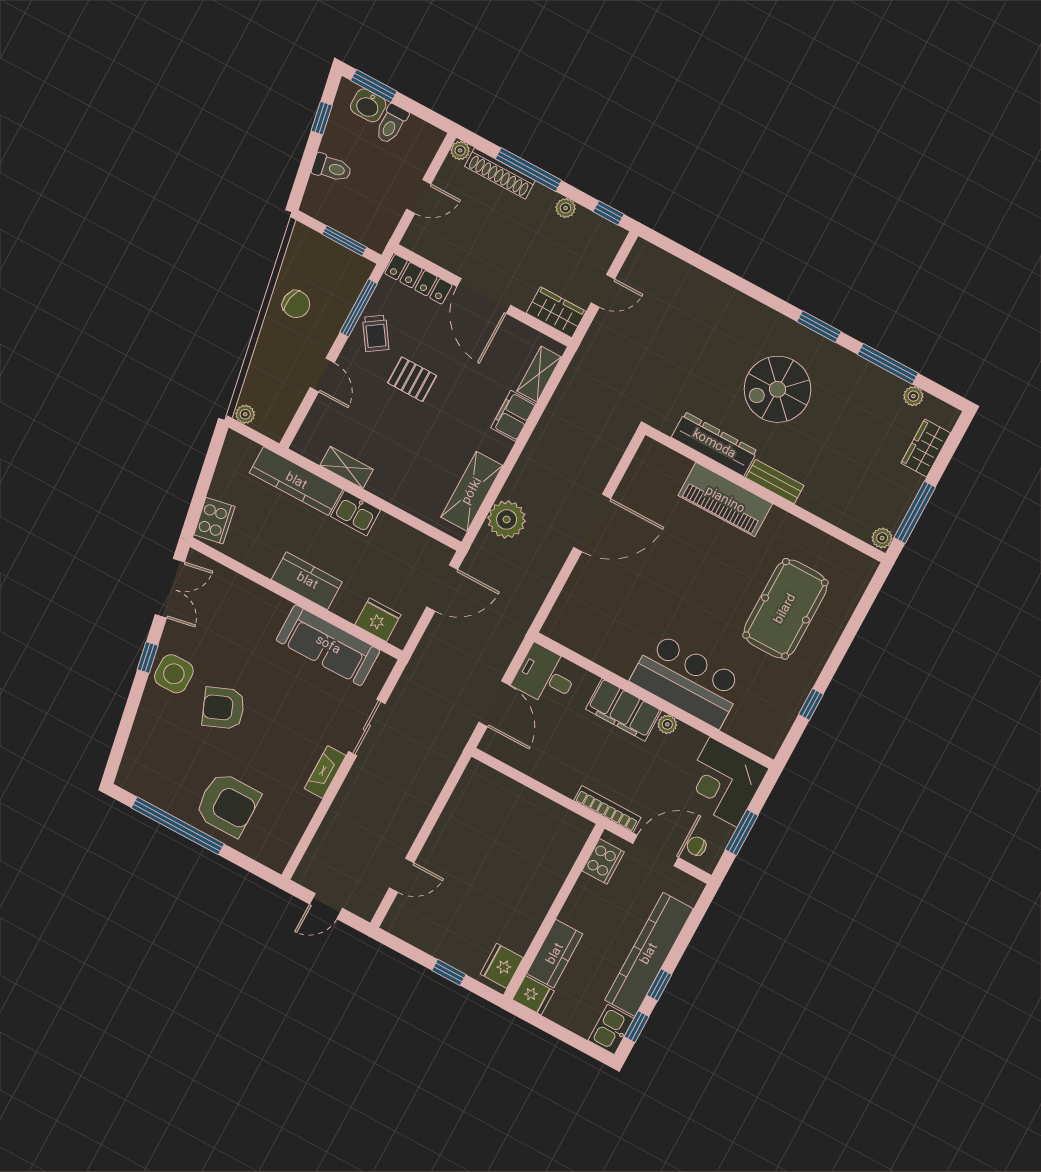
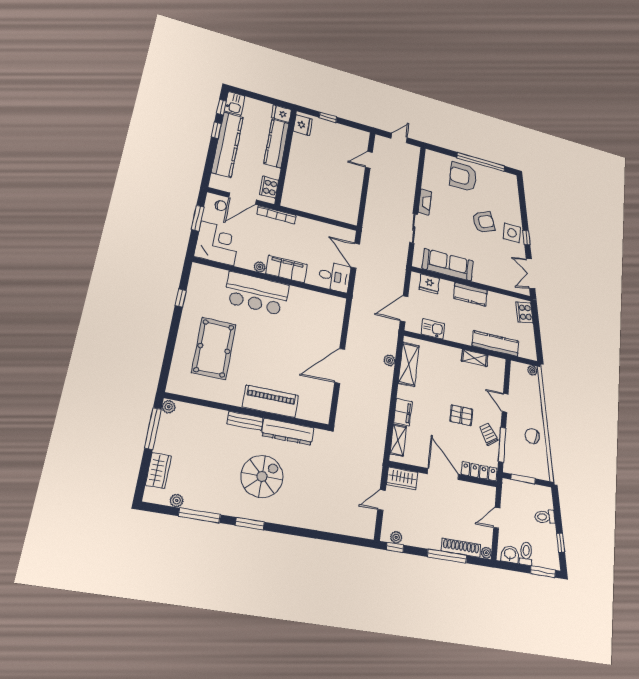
washbasin: (368, 105) -> (510, 554), moved
plant: (566, 208) -> (396, 537), moved
kitchen sink: (356, 513) -> (433, 329), moved
plant: (507, 519) -> (390, 360), width x0.53, depth x0.53
kitchen counter: (555, 954) -> (276, 143), width x1.50

